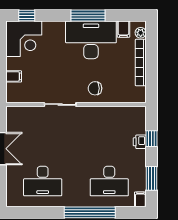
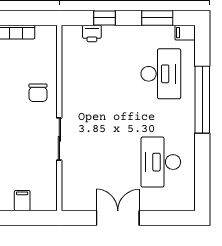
printer: (140, 142) -> (92, 33), moved
desk: (43, 181) -> (161, 162), turned 180

